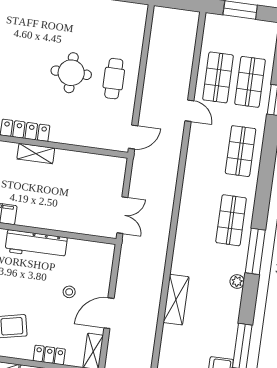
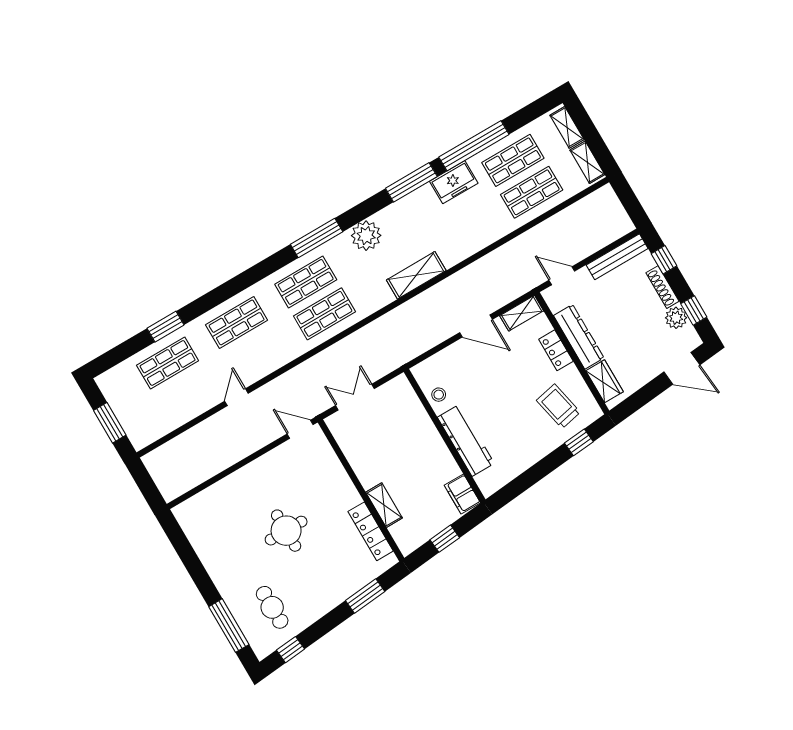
shop shelf: (218, 77) -> (324, 314), moved
cafe table: (114, 79) -> (272, 607), moved, turned 90
double door: (122, 215) -> (355, 397), moved
plant: (237, 281) -> (366, 236), width x1.88, depth x1.88
stool: (69, 292) -> (439, 395), moved

